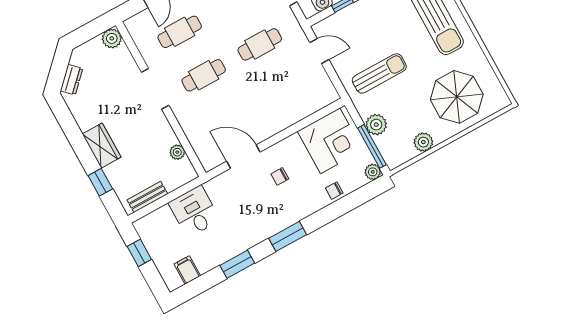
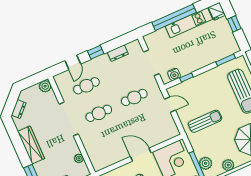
doorway: (155, 89) -> (69, 119), width x1.36
plant: (376, 125) -> (206, 163), moved
wardrobe: (102, 146) -> (31, 145), width x1.50
door: (243, 157) -> (141, 155), moved

